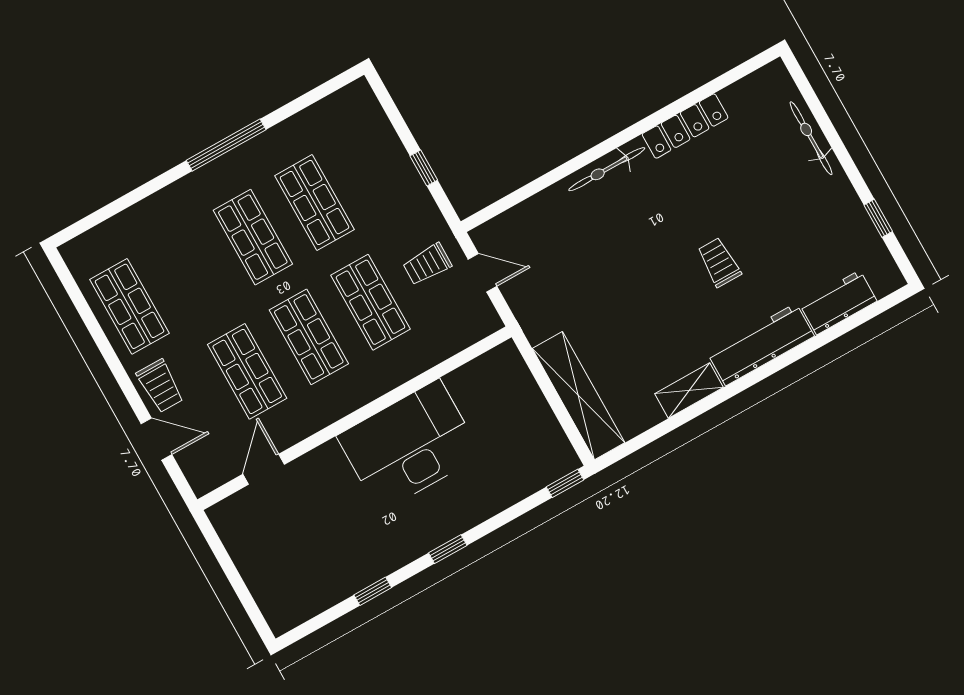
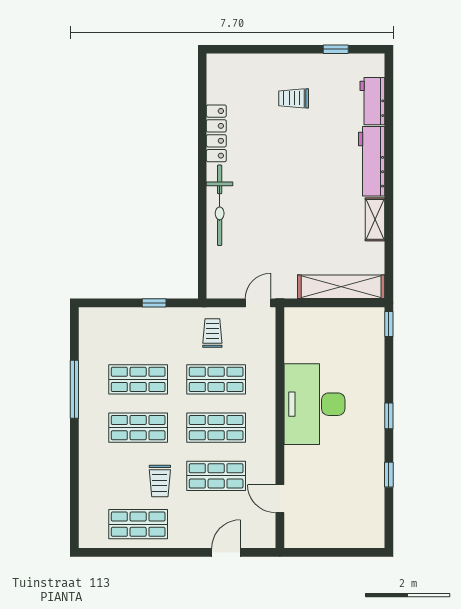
bicycle: (811, 138) -> (266, 62), removed
window: (226, 145) -> (74, 389), moved
bicycle: (607, 169) -> (220, 205), width x1.37, depth x1.40
trolley: (719, 262) -> (294, 98), moved
trolley: (427, 264) -> (212, 333), turned 180
door: (482, 273) -> (258, 303), moved
trolley: (160, 386) -> (160, 481), moved, turned 90

